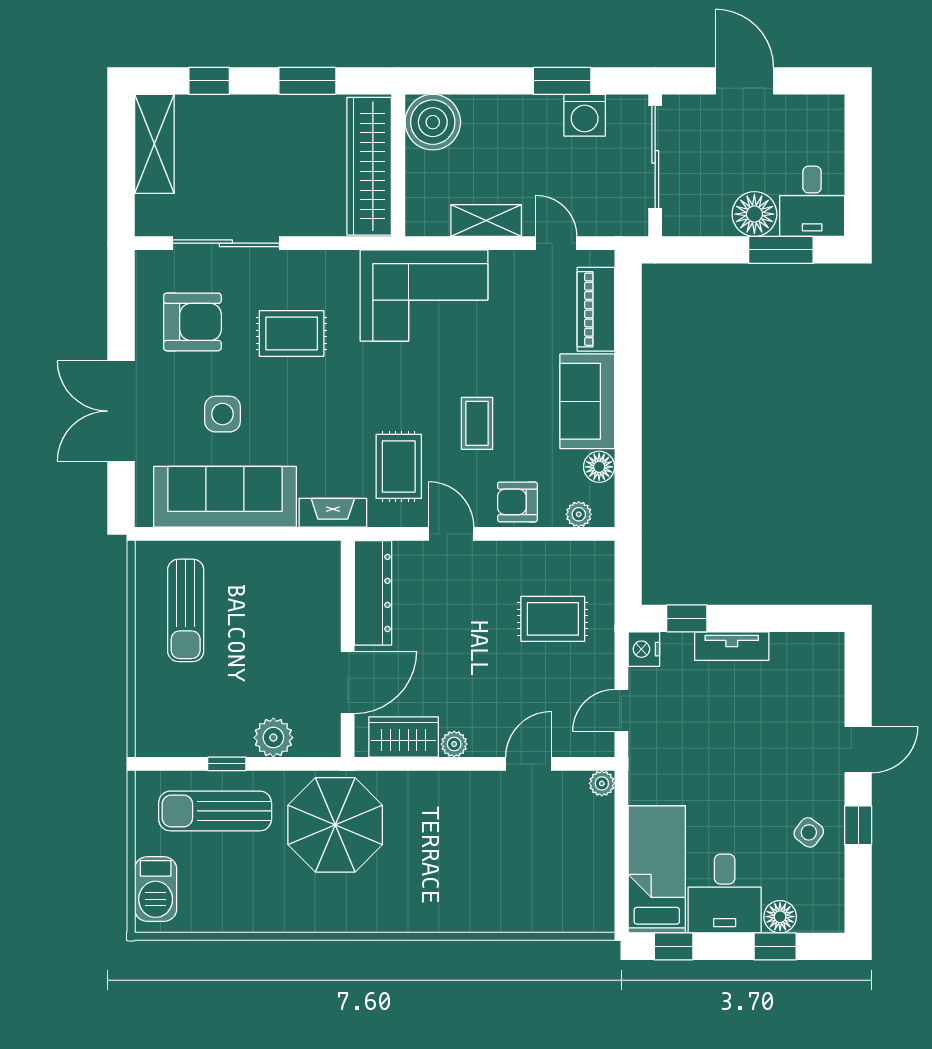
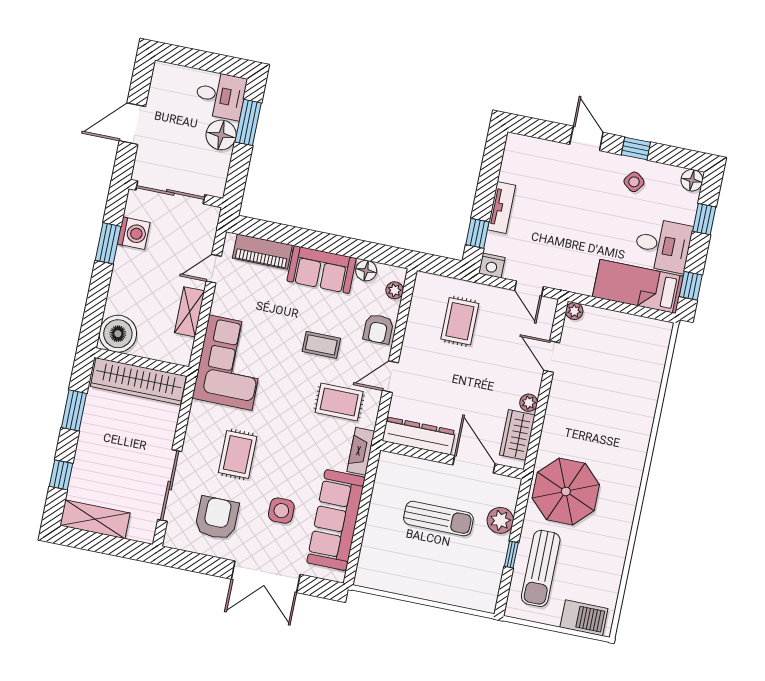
sun lounger: (186, 610) -> (438, 519), moved
floor lamp: (780, 917) -> (692, 180), moved

